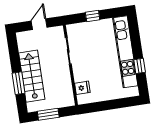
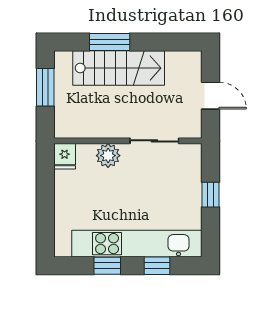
window: (135, 39) -> (157, 266), added
plant: (80, 75) -> (108, 156), added
fridge: (82, 88) -> (65, 156), moved

